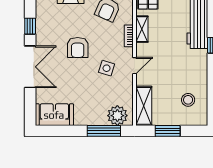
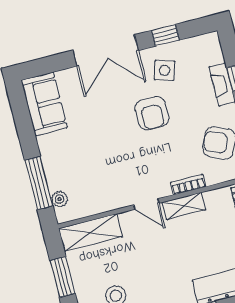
shelving: (142, 29) -> (184, 206), moved
armchair: (78, 47) -> (152, 113), turned -90
side table: (107, 68) -> (165, 70), moved
plant: (117, 116) -> (59, 199), width x0.53, depth x0.53

